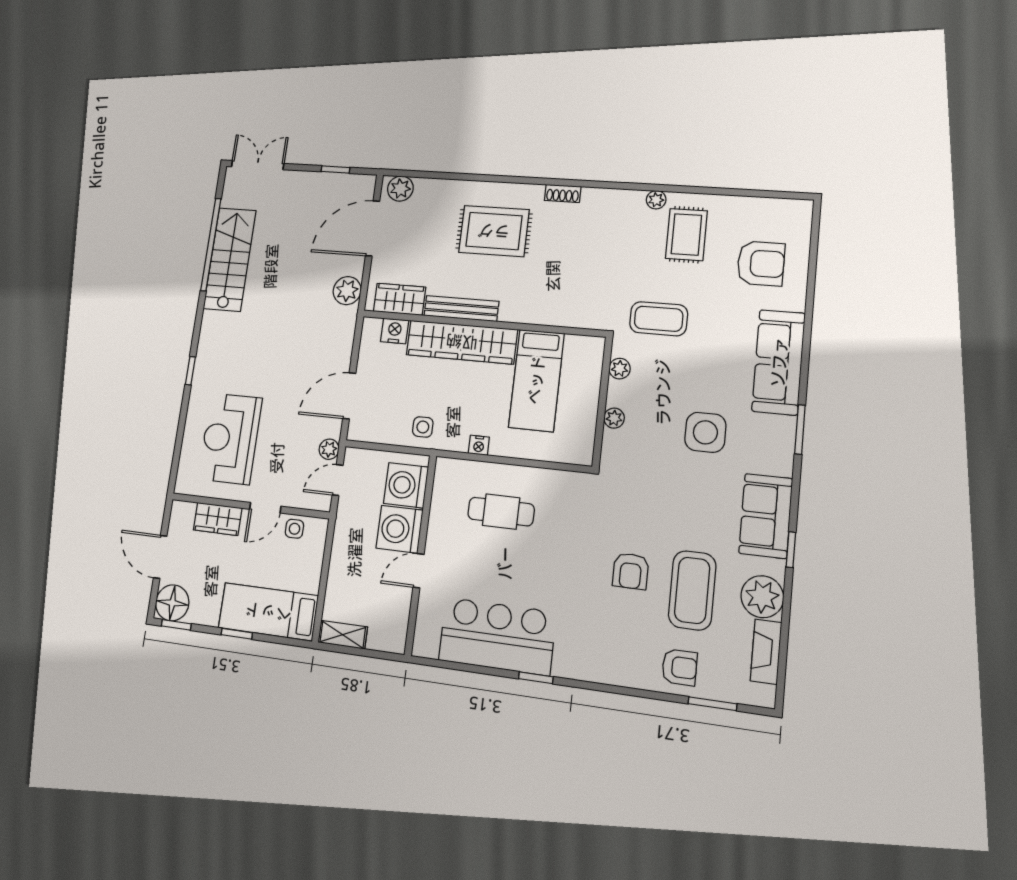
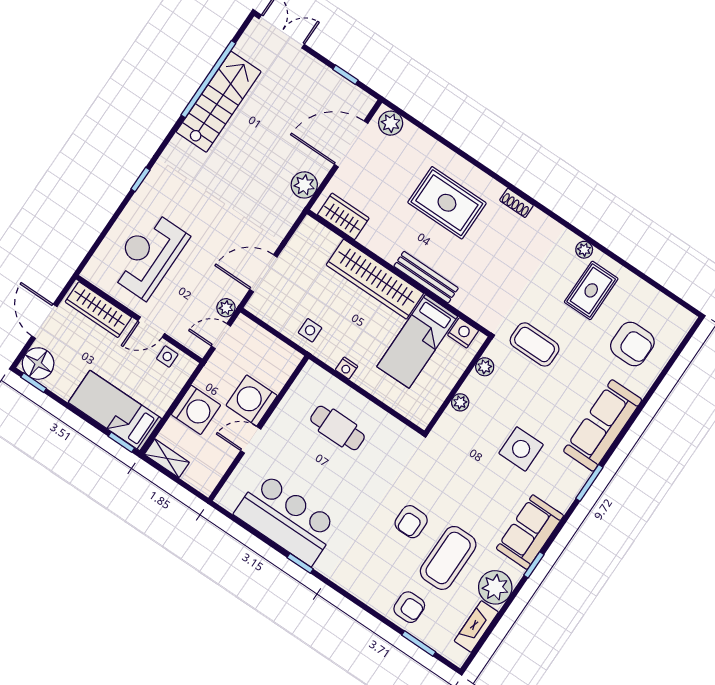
bench: (461, 309) -> (426, 277), moved
nightstand: (395, 331) -> (463, 333), moved
washing machine: (406, 485) -> (196, 410), moved, turned 180
wardrobe: (218, 519) -> (98, 310), width x1.50
window: (237, 634) -> (121, 442), moved

